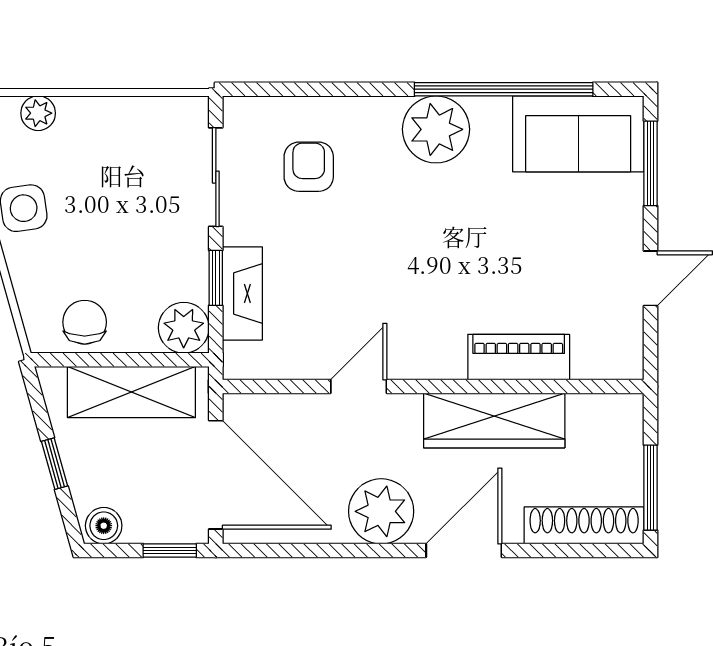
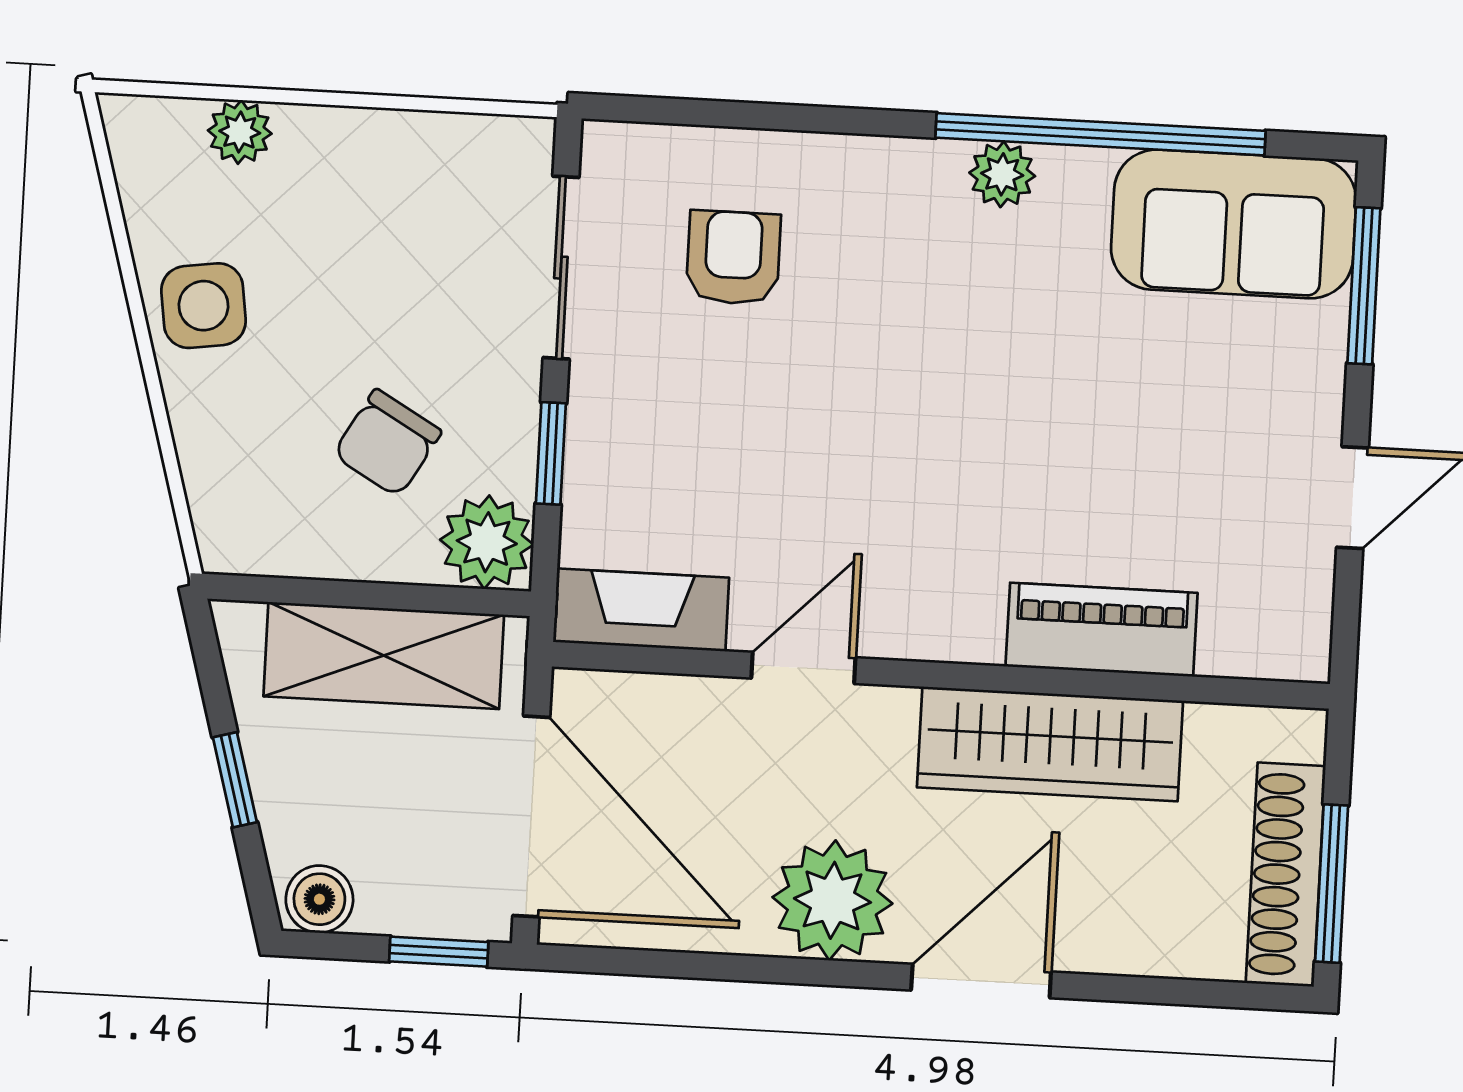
plant: (436, 129) -> (1002, 174), width x0.53, depth x0.53
fireplace: (242, 293) -> (641, 610), moved, turned -90
chair: (85, 322) -> (387, 443), moved, turned -150
shoe rack: (584, 525) -> (1286, 875), moved, turned -90

